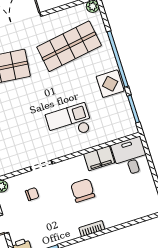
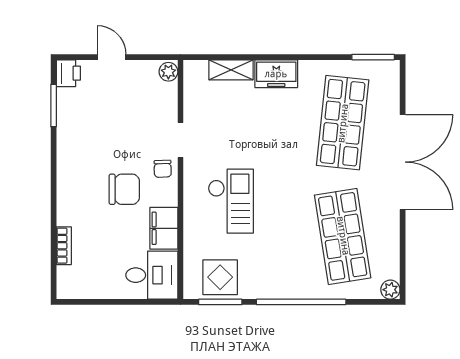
display table: (110, 84) -> (220, 277), moved
chair: (32, 194) -> (163, 169), moved
bookcase: (92, 229) -> (64, 246), moved

